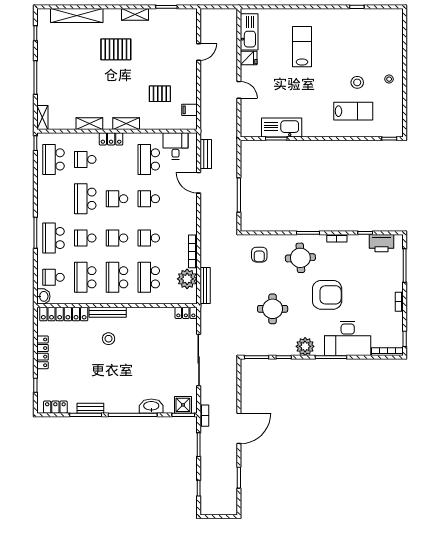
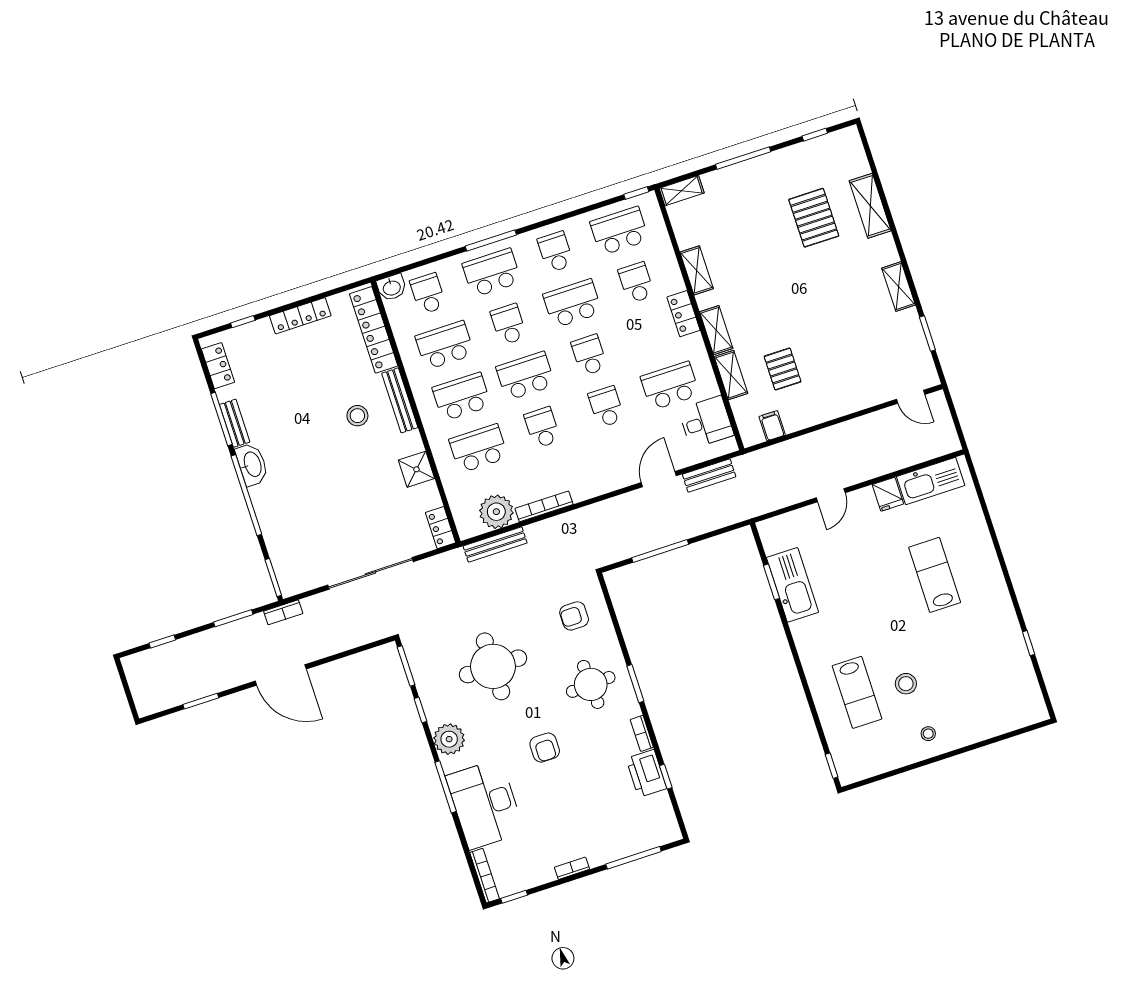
shelving: (77, 15) -> (870, 206), width x0.68
lab bench: (302, 47) -> (935, 575), turned -90
pallet: (116, 49) -> (814, 218), moved
door: (199, 52) -> (911, 397), moved
shelving: (154, 124) -> (731, 375), added
school desk: (53, 199) -> (556, 252), added
school desk: (117, 238) -> (525, 376), width x1.85
printer: (381, 243) -> (646, 773), moved
armchair: (327, 295) -> (545, 748), width x0.53, depth x0.53
round table: (273, 309) -> (493, 666), width x1.36, depth x1.36
shower: (183, 405) -> (416, 469), moved
washbasin: (151, 406) -> (252, 464), moved

